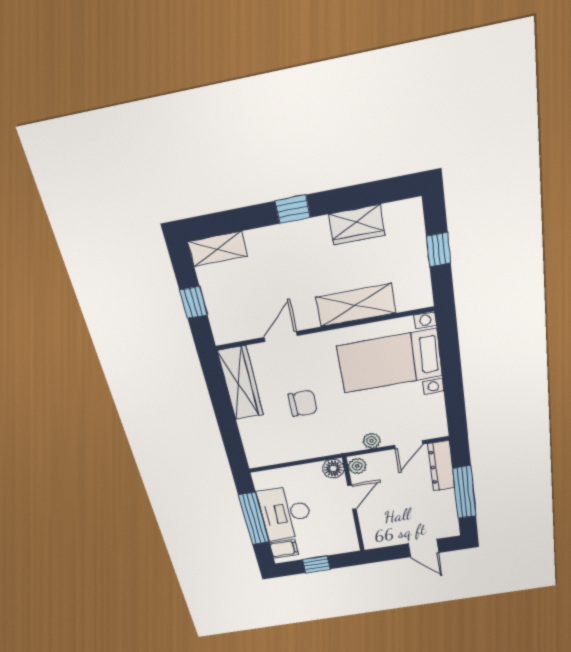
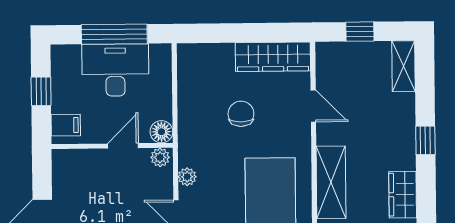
chair: (303, 403) -> (241, 114), turned 180
door: (352, 497) -> (123, 146), swing flipped
filing cabinet: (284, 549) -> (66, 125), moved, turned -90

